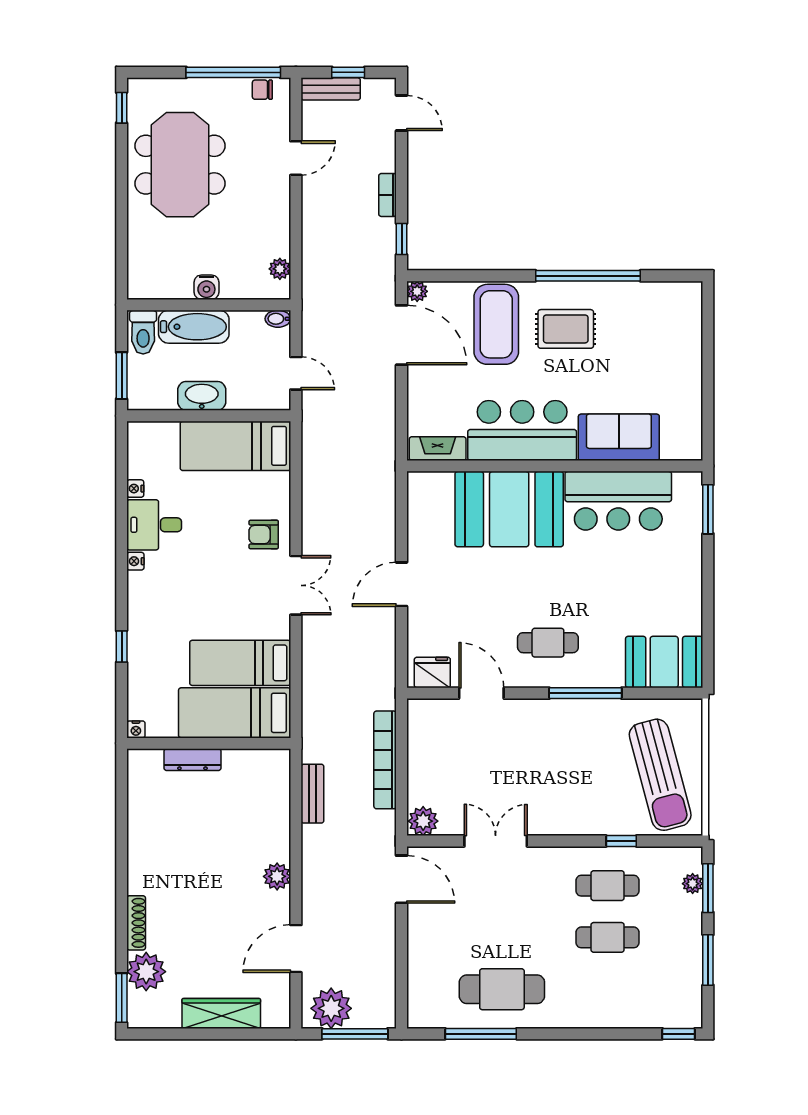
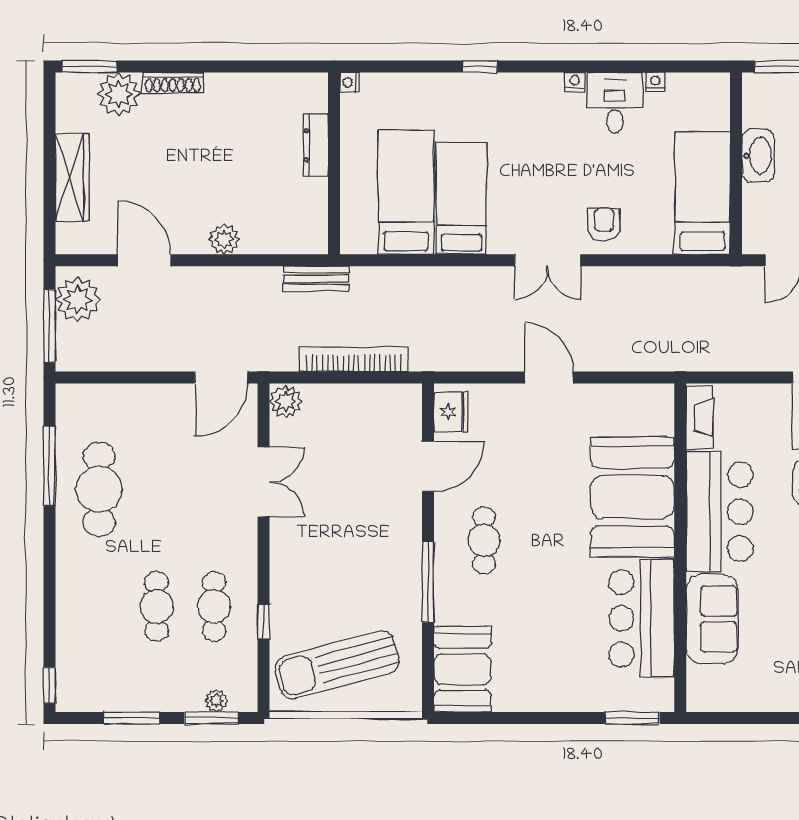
nightstand: (136, 729) -> (349, 83), moved
wall: (209, 743) -> (334, 163), moved
dresser: (192, 760) -> (316, 145), moved

